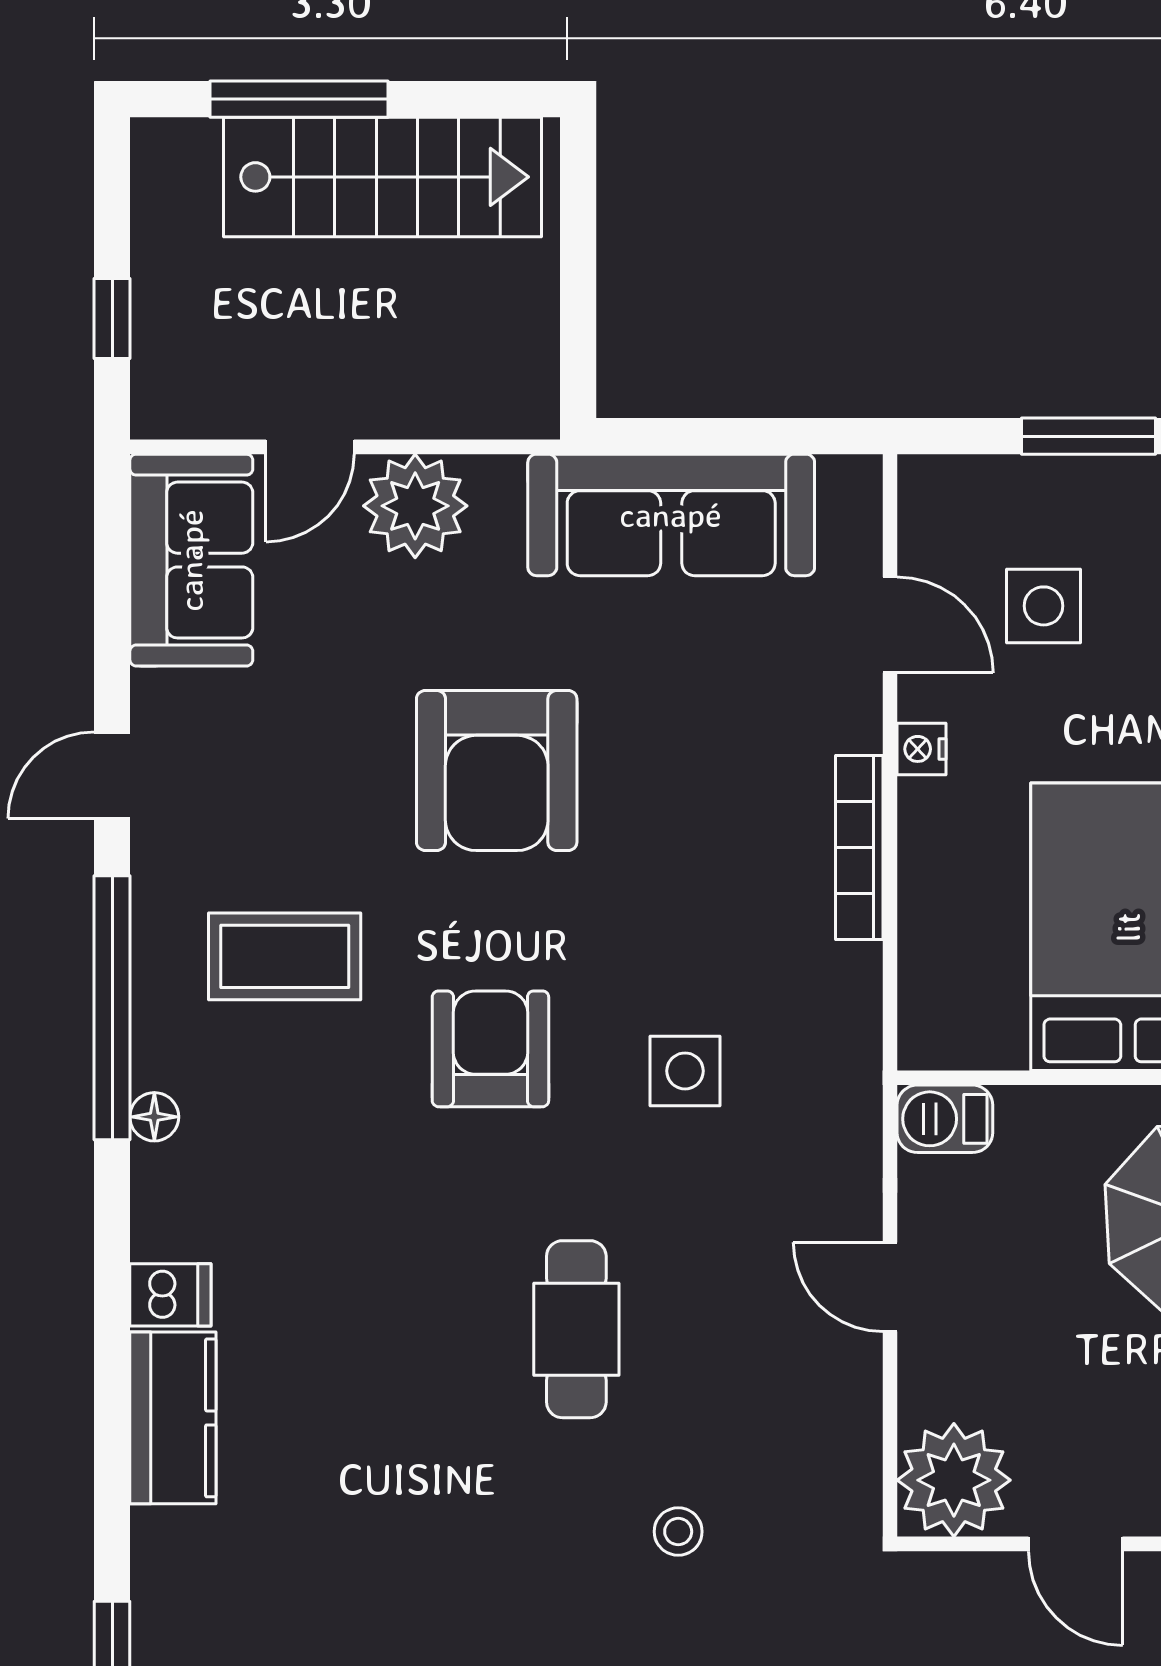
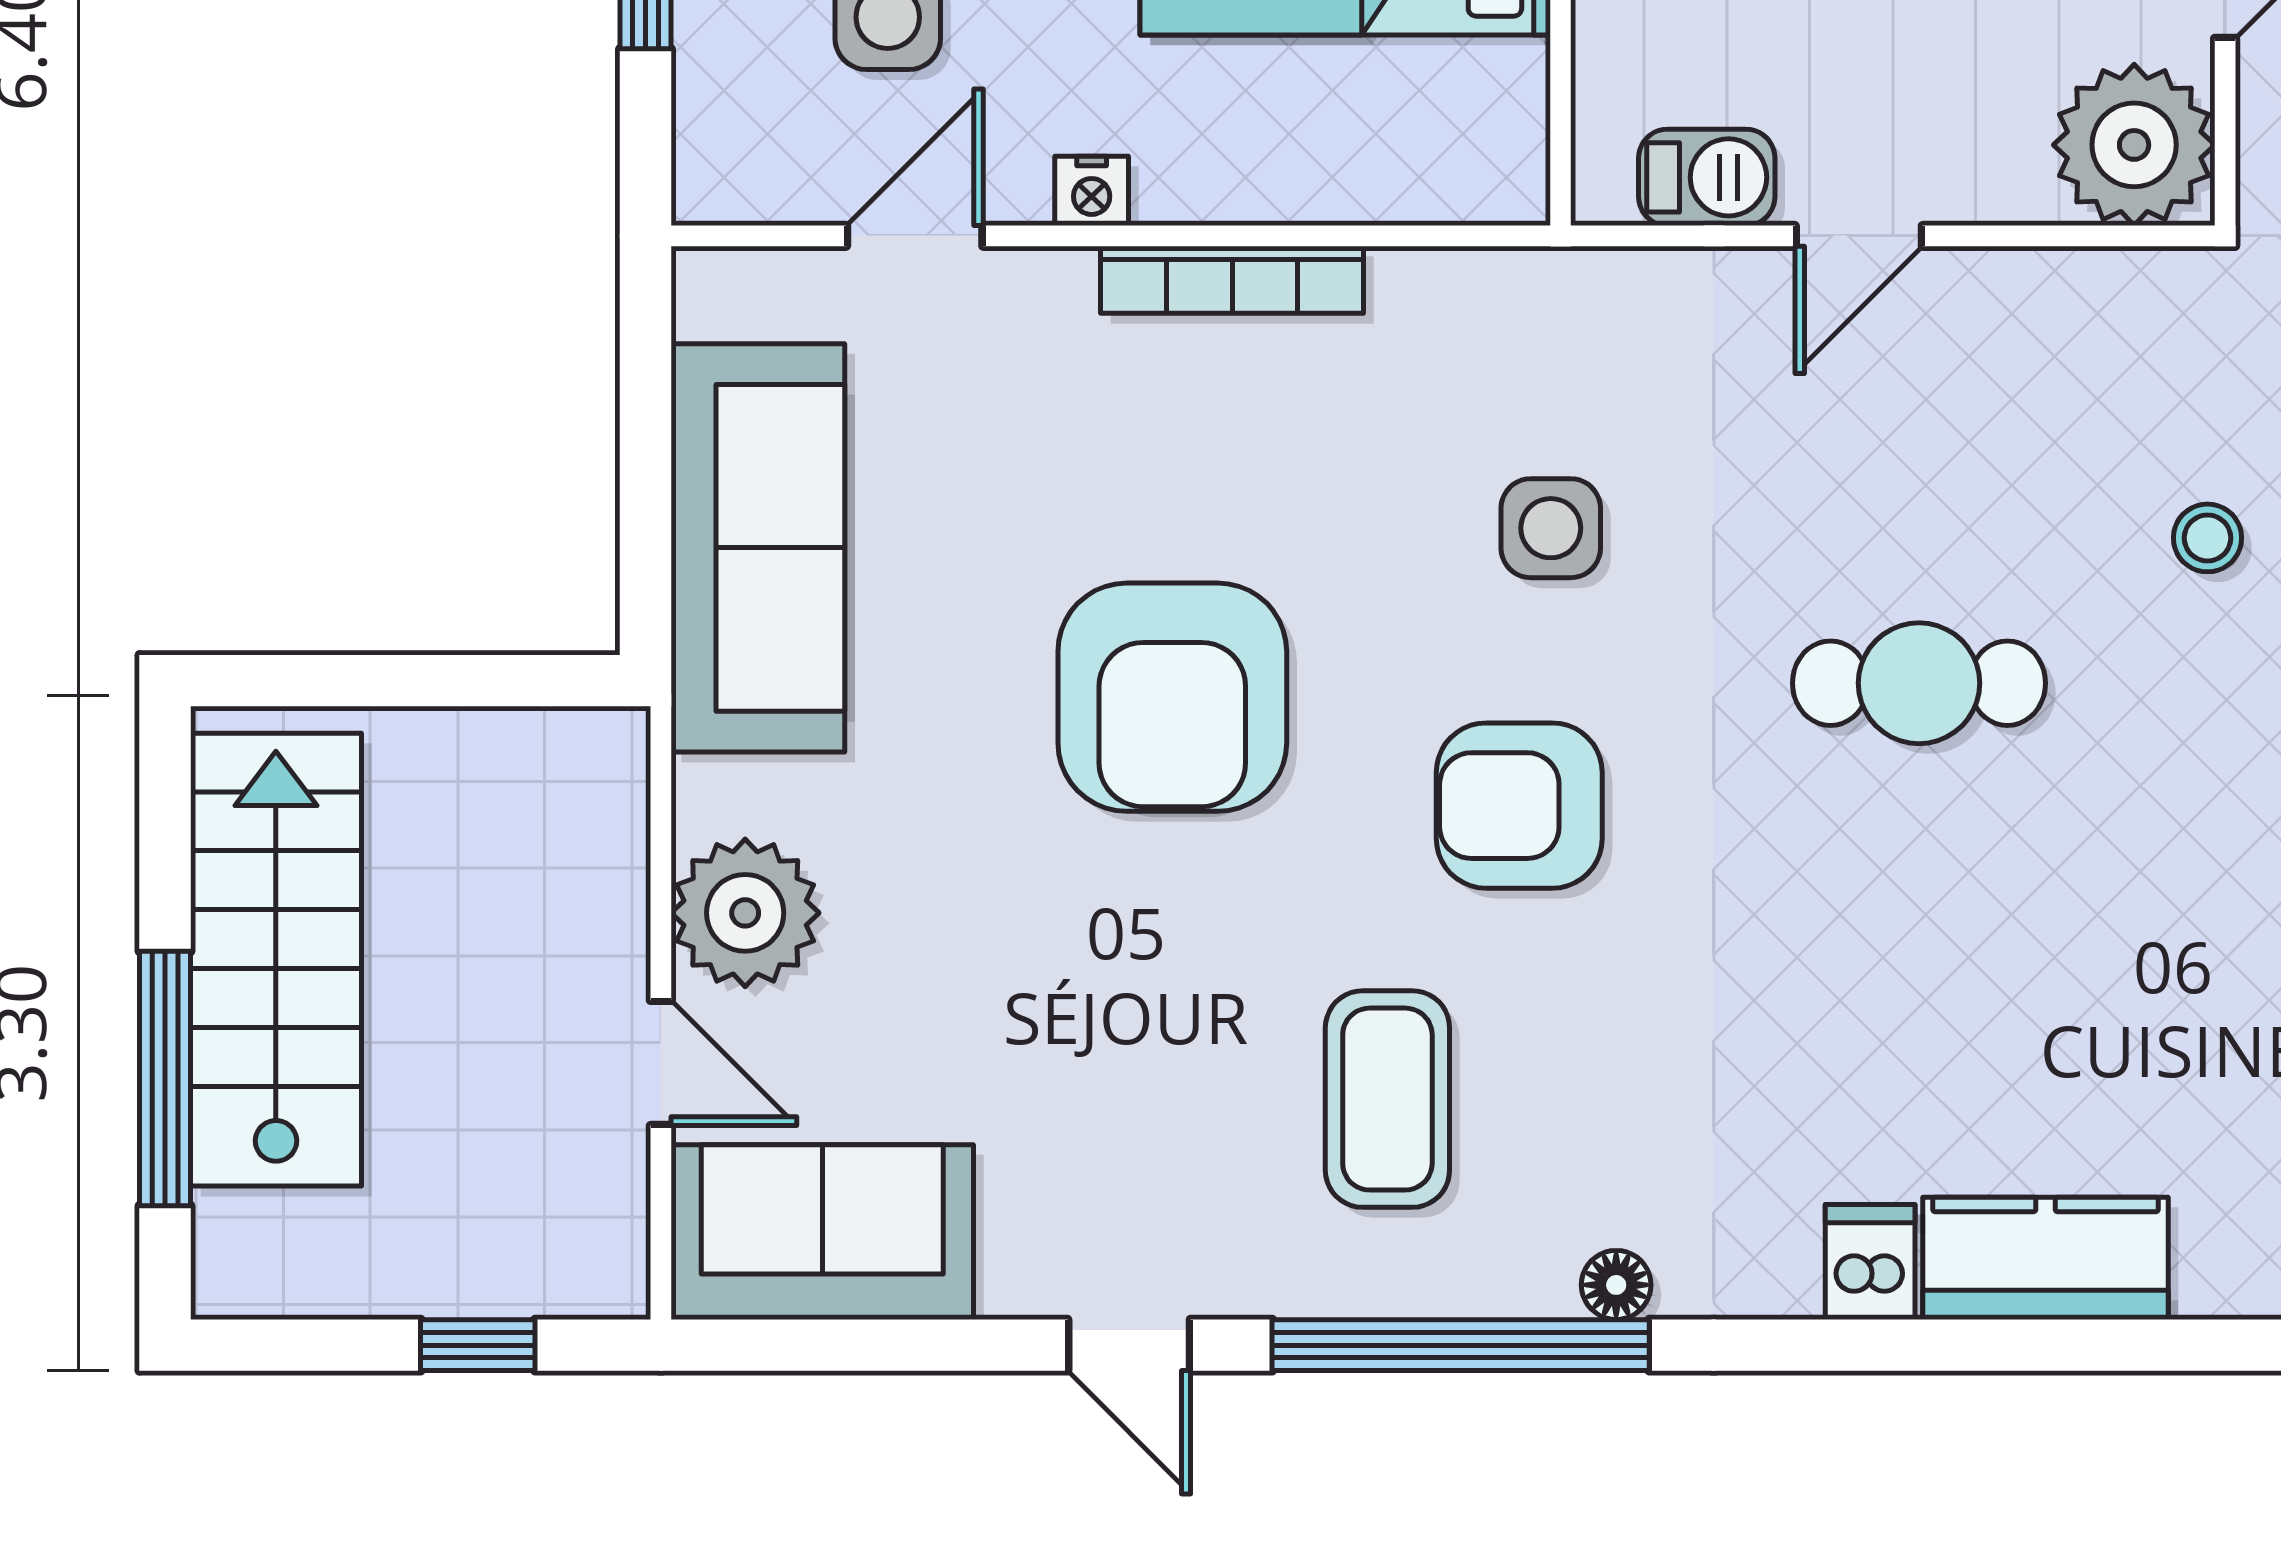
armchair: (497, 771) -> (1172, 697), moved, turned 90
barbecue: (945, 1119) -> (1707, 177), moved, turned -90

